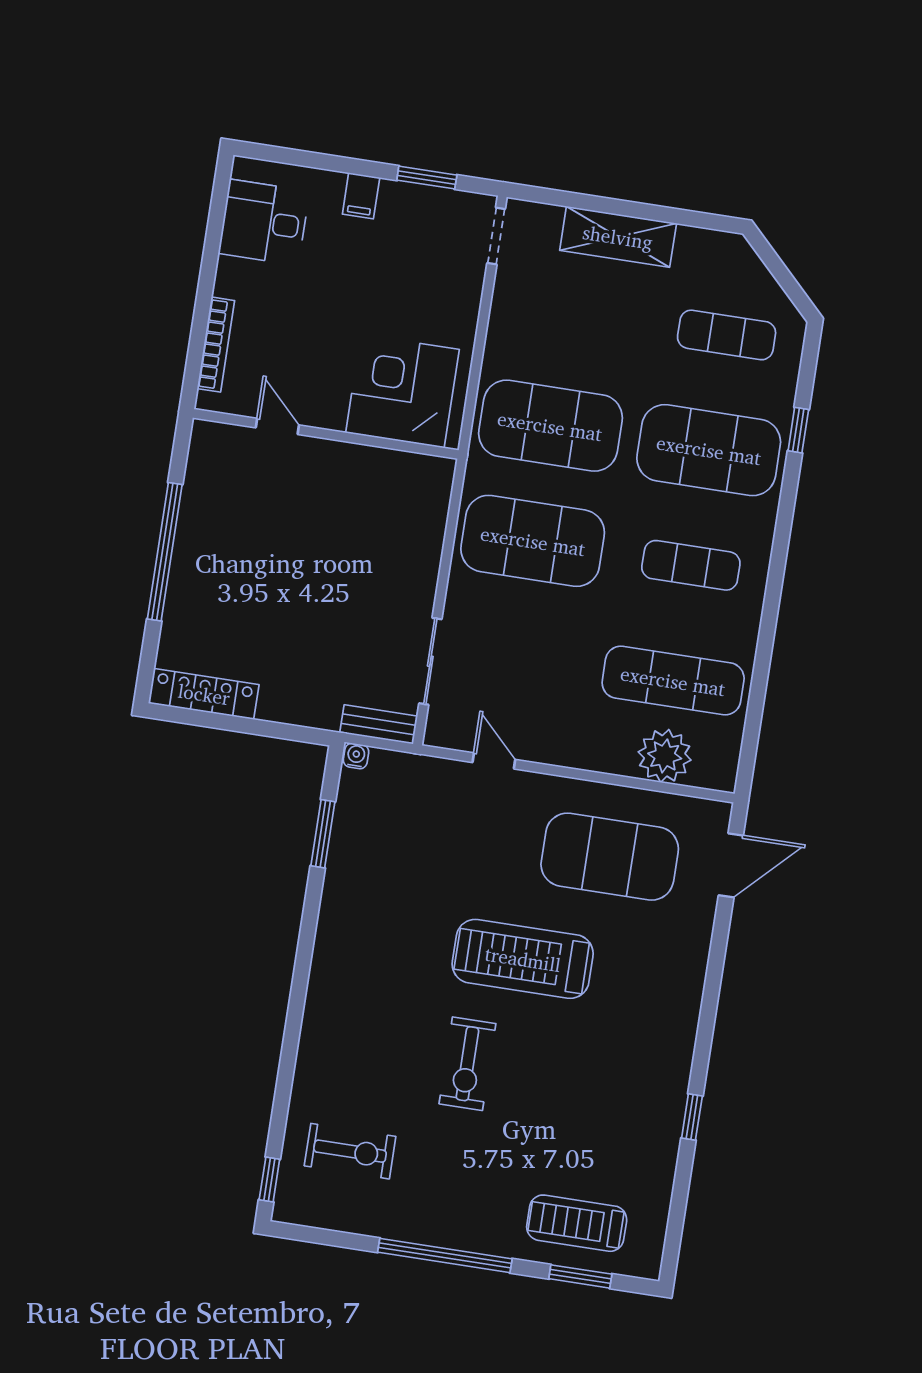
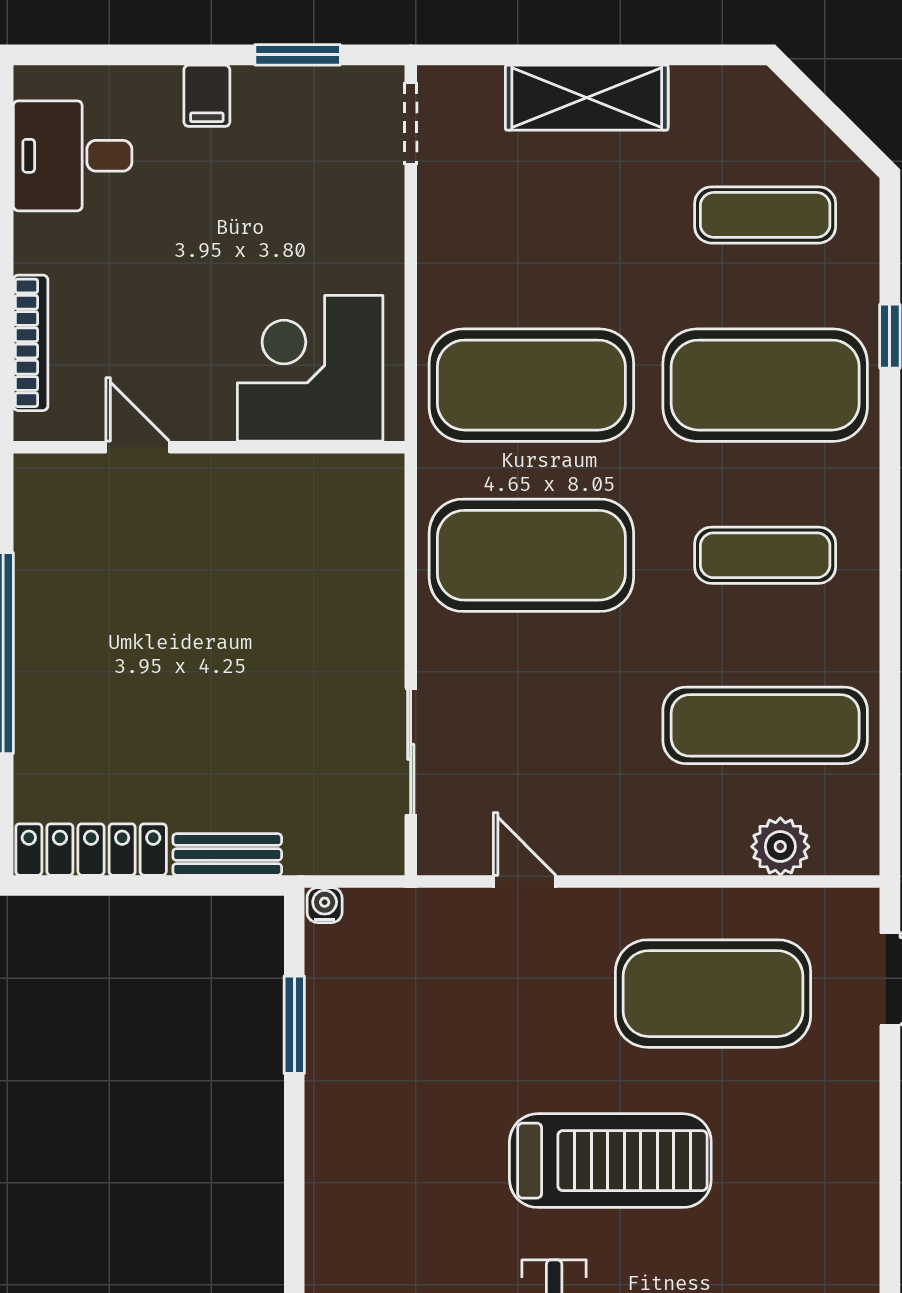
bench: (379, 724) -> (227, 854), moved
plant: (665, 756) -> (780, 847), width x0.73, depth x0.73
treadmill: (523, 959) -> (610, 1161), turned 180

